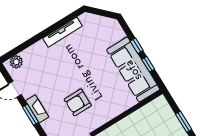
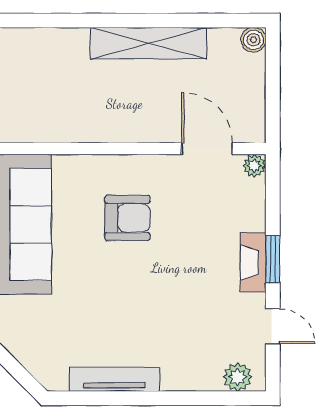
armchair: (78, 102) -> (127, 218), moved

